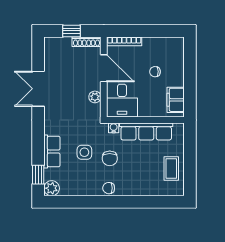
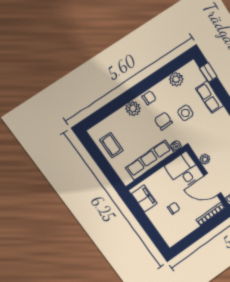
plant: (52, 188) -> (176, 79), moved
plant: (129, 188) -> (133, 108), added

